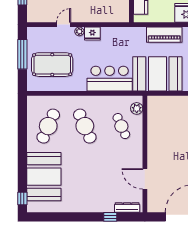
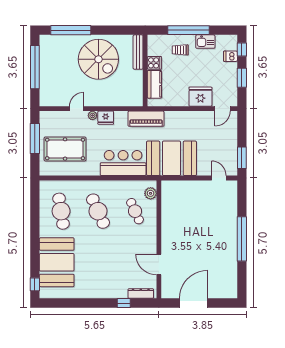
piano: (164, 35) -> (146, 119), moved
cafe table: (48, 126) -> (61, 211), turned -33

